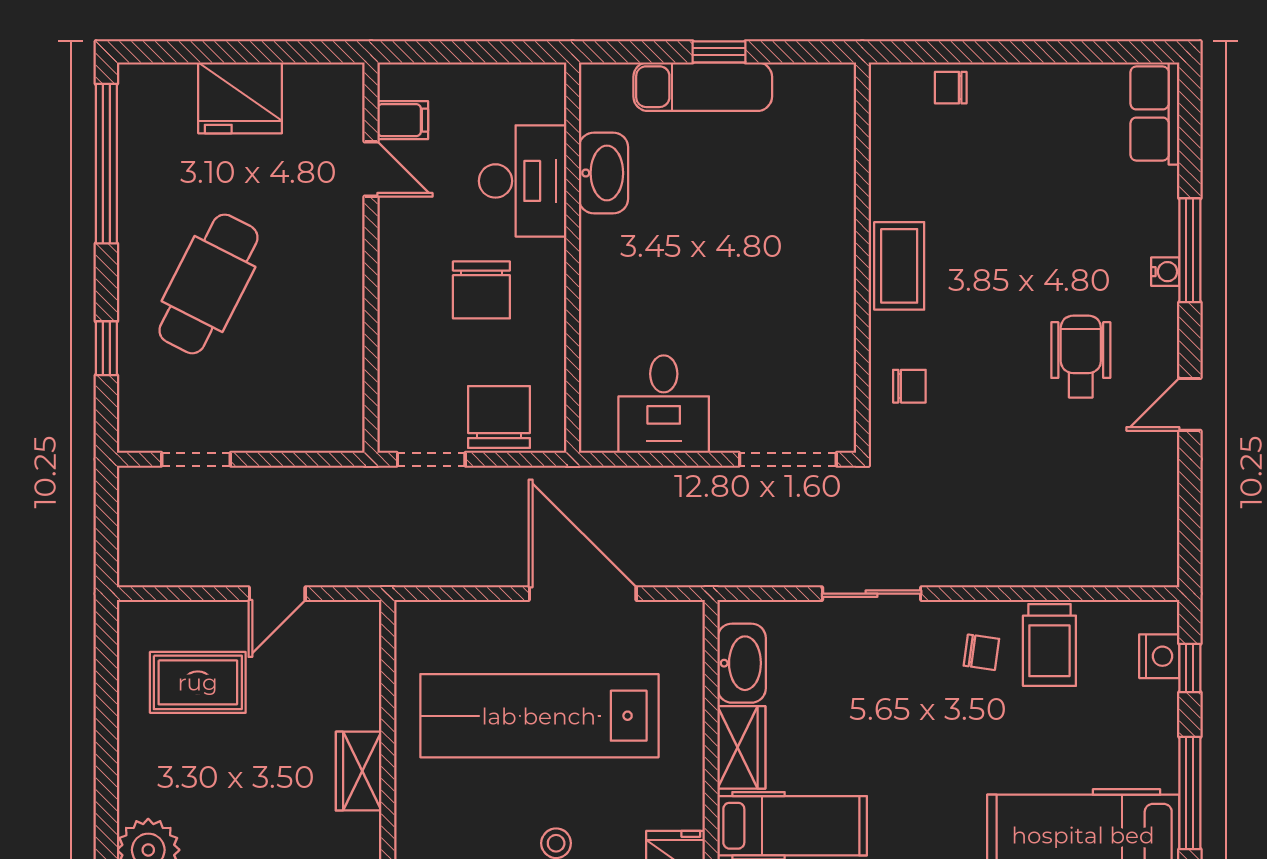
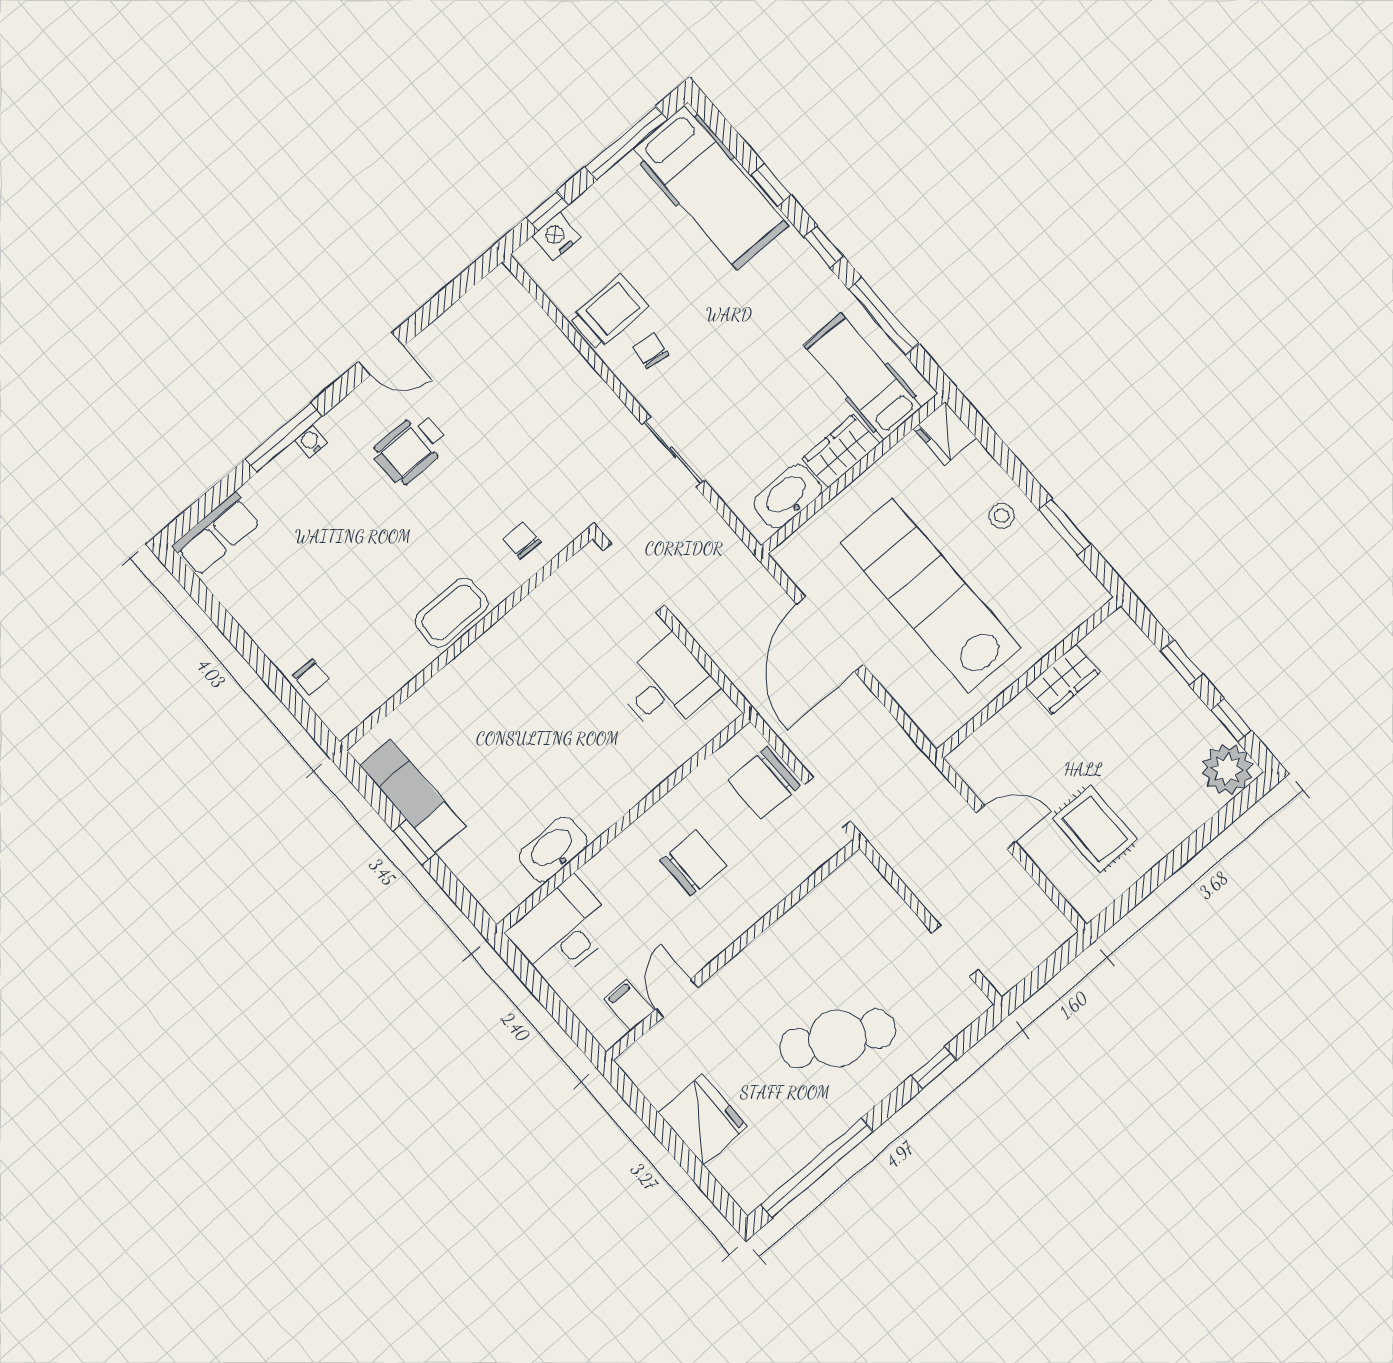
exam couch: (703, 87) -> (413, 796), moved
desk: (523, 181) -> (563, 930), moved
lab bench: (539, 716) -> (930, 595), turned 180

